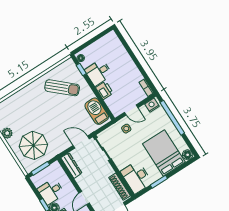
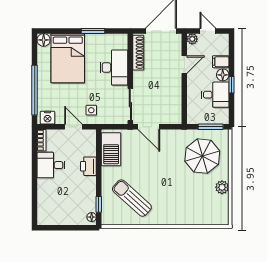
desk: (99, 72) -> (51, 165), moved, turned 180
dresser: (71, 165) -> (175, 108), removed
desk: (136, 177) -> (114, 67), moved

